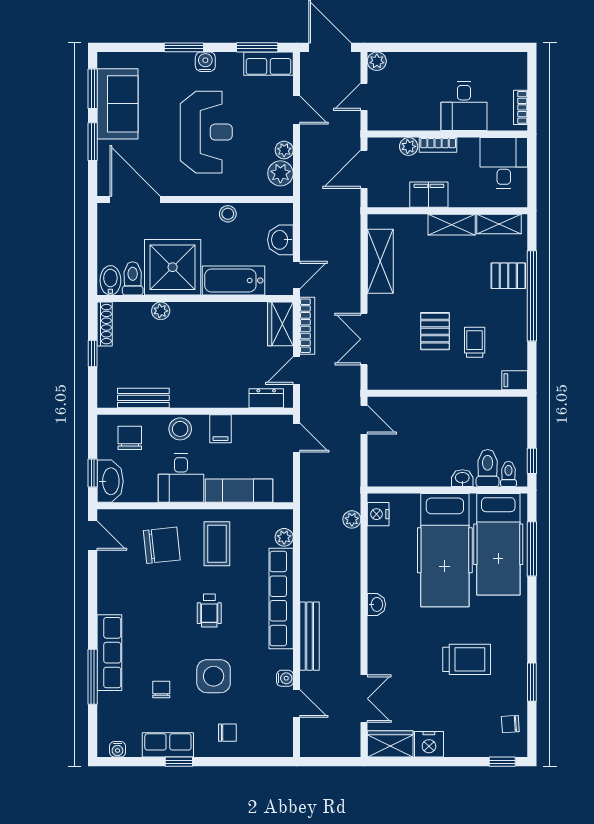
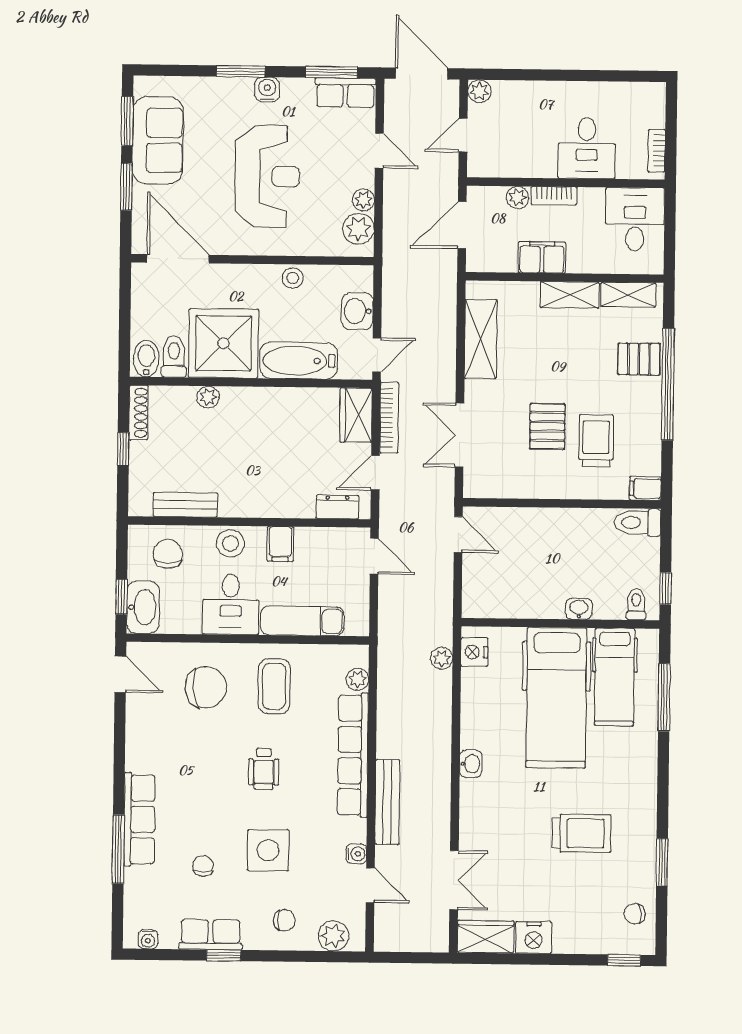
trolley: (475, 342) -> (596, 441), width x1.36, depth x1.39
toilet: (488, 468) -> (638, 523), moved, turned -90
hospital bed: (498, 544) -> (615, 677), width x0.73, depth x0.78
plant: (267, 745) -> (334, 936), added

